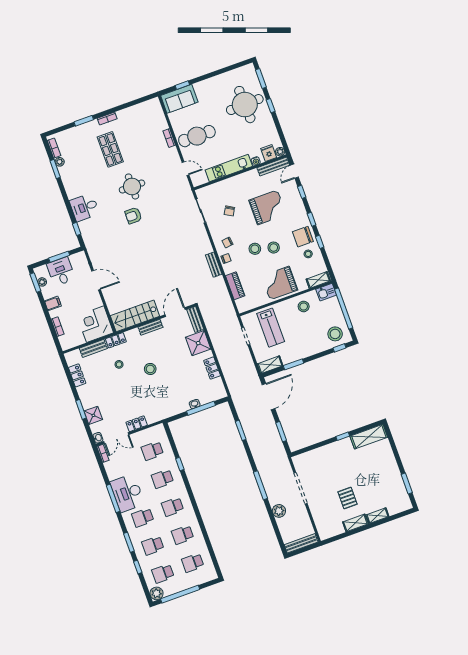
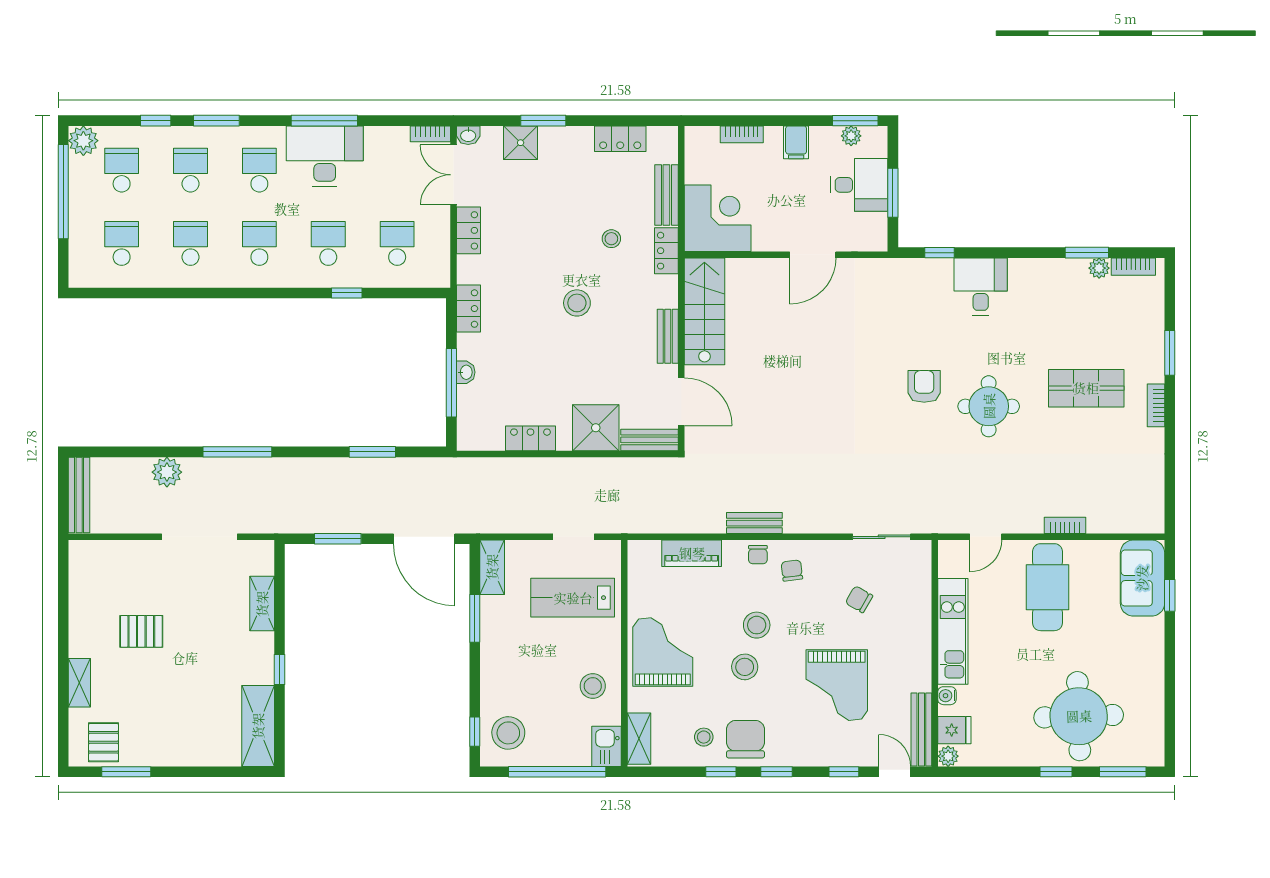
locker: (168, 412) -> (468, 309), added
pallet: (398, 497) -> (104, 742), added
shelving: (355, 523) -> (262, 604), moved

